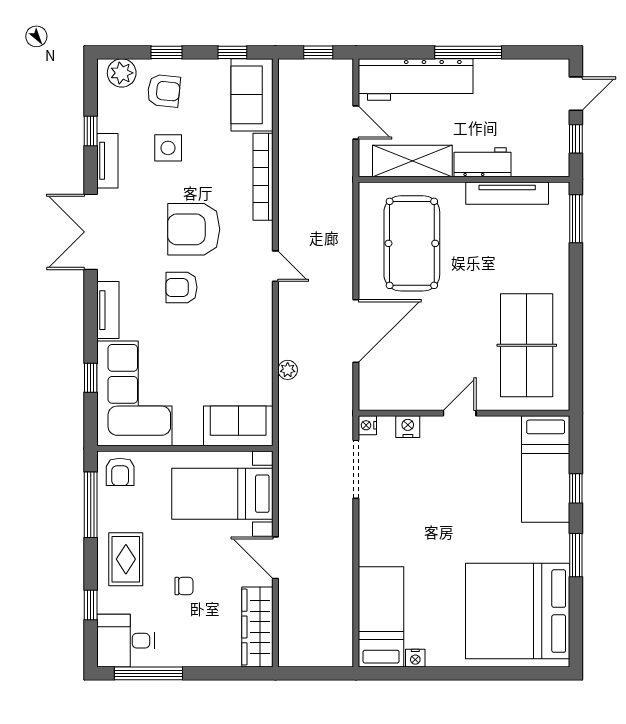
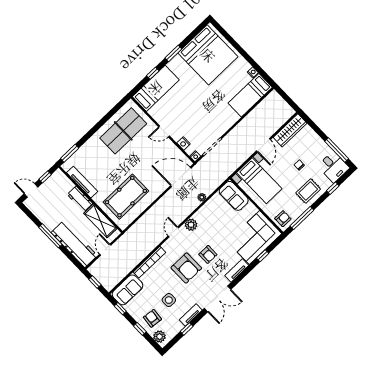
plant: (259, 307) -> (191, 225), added
door: (356, 331) -> (181, 177), moved

